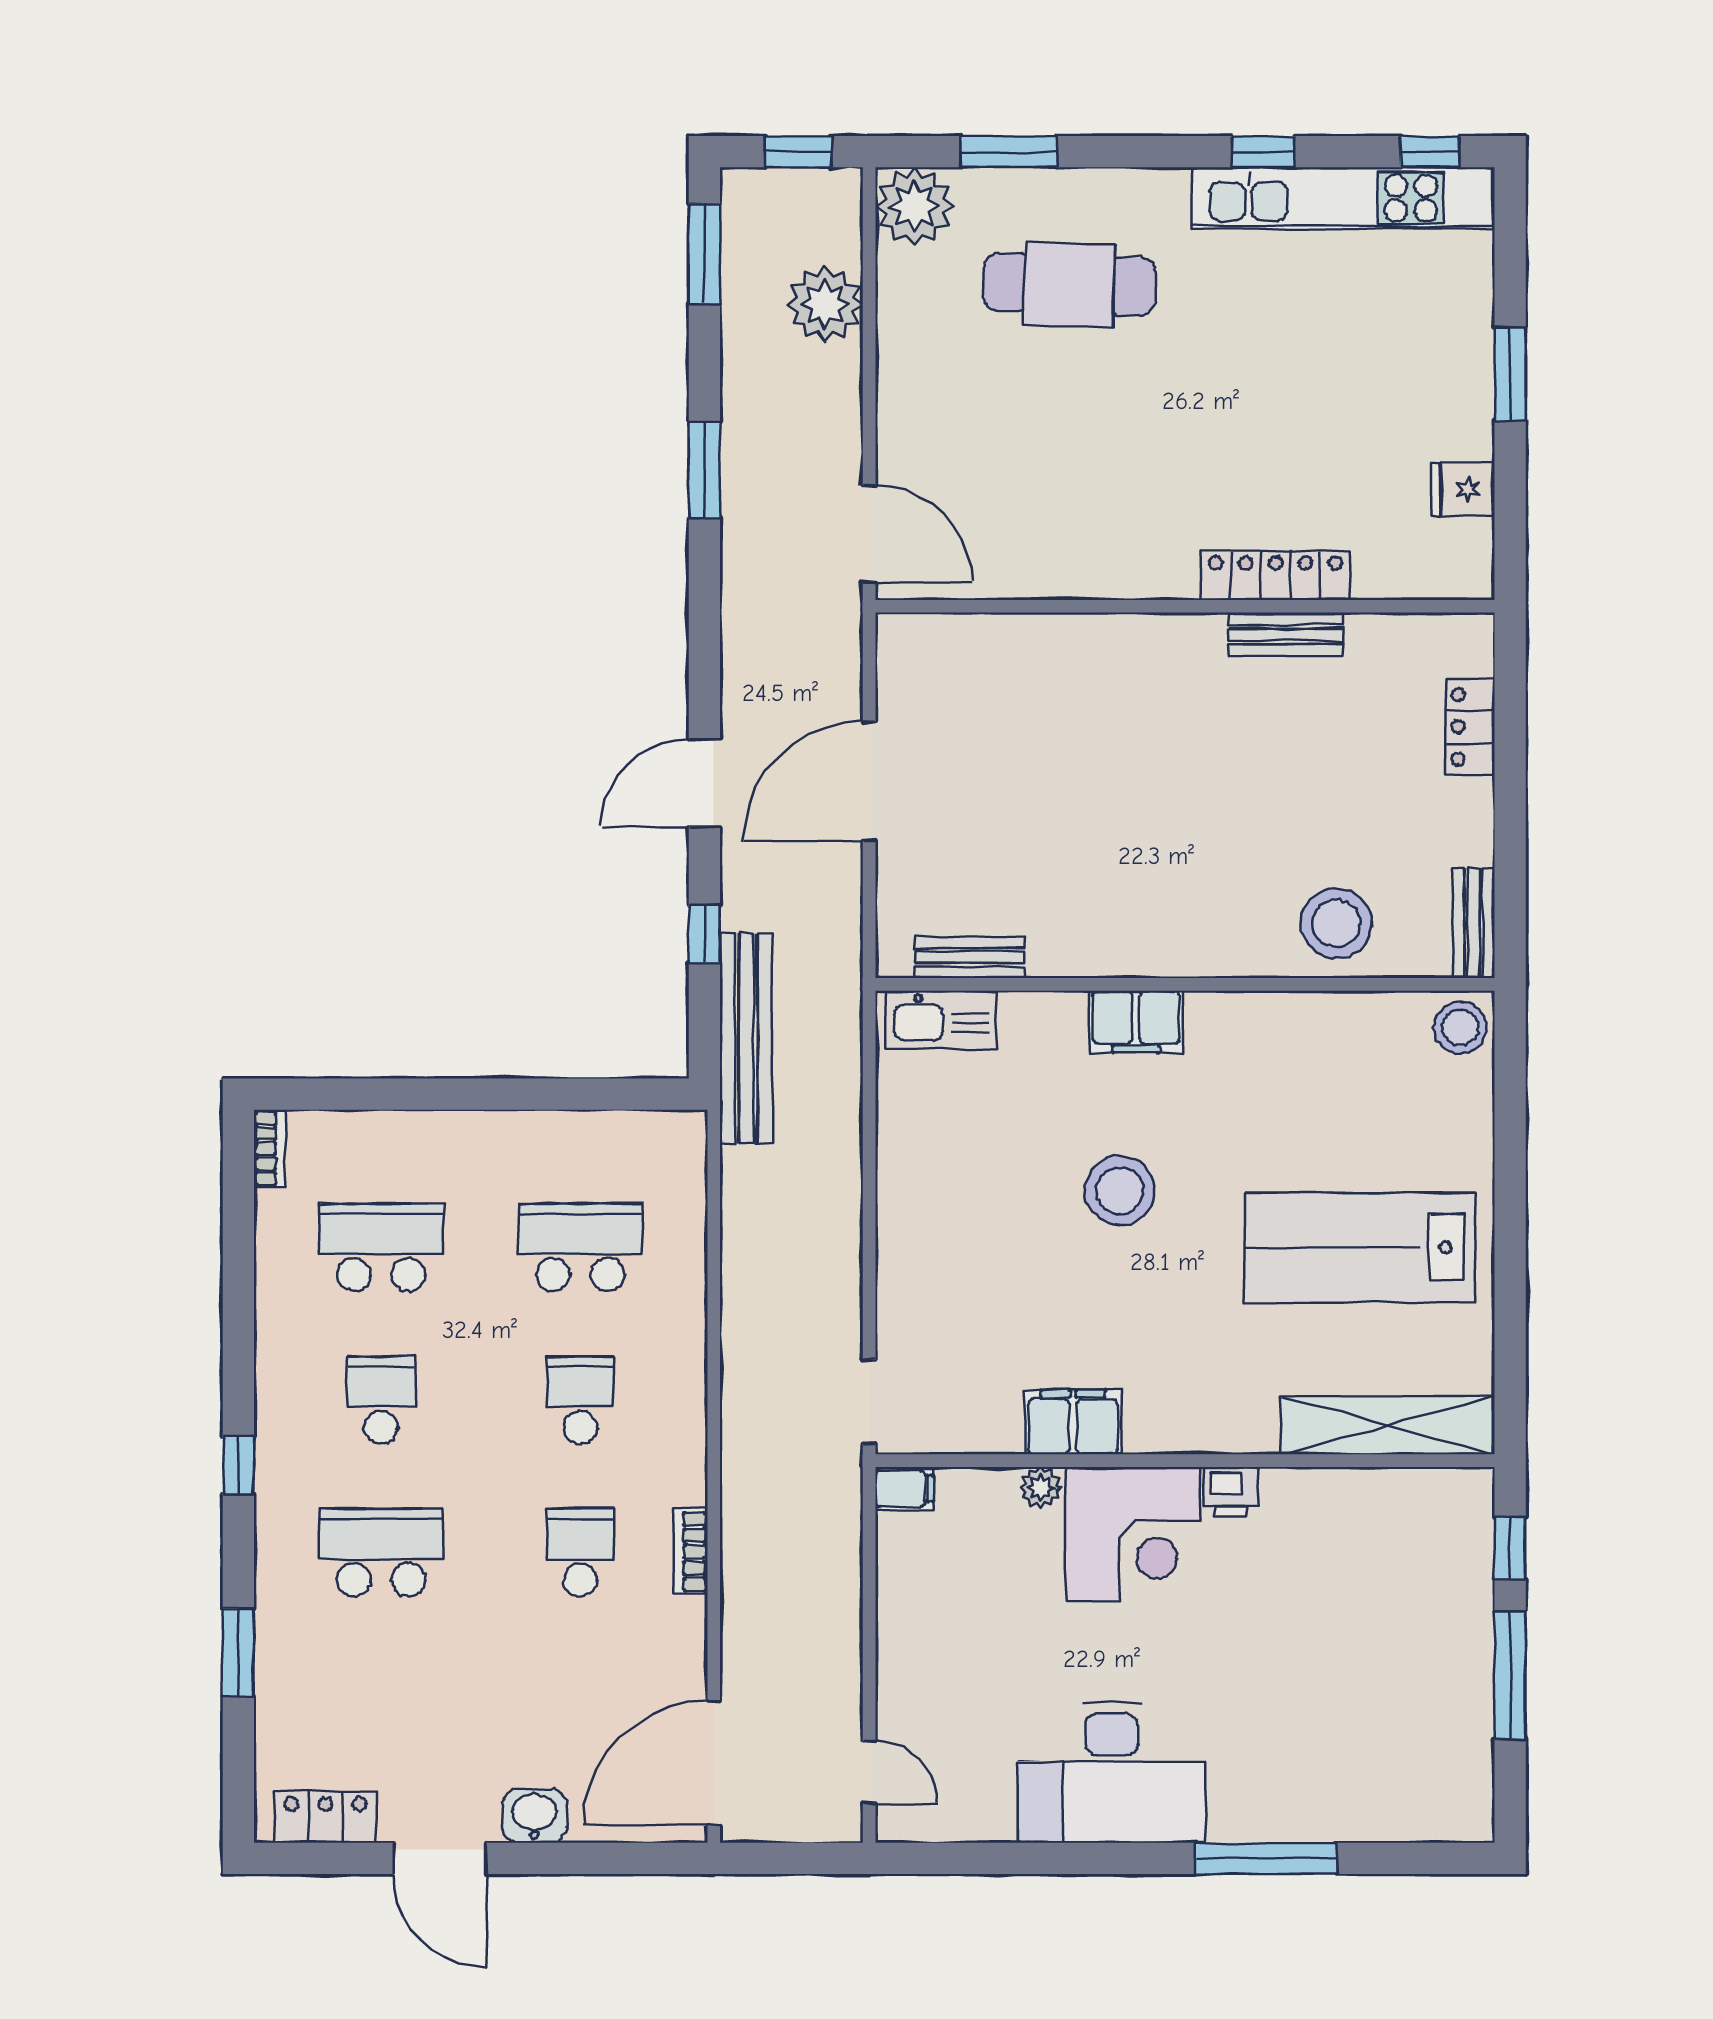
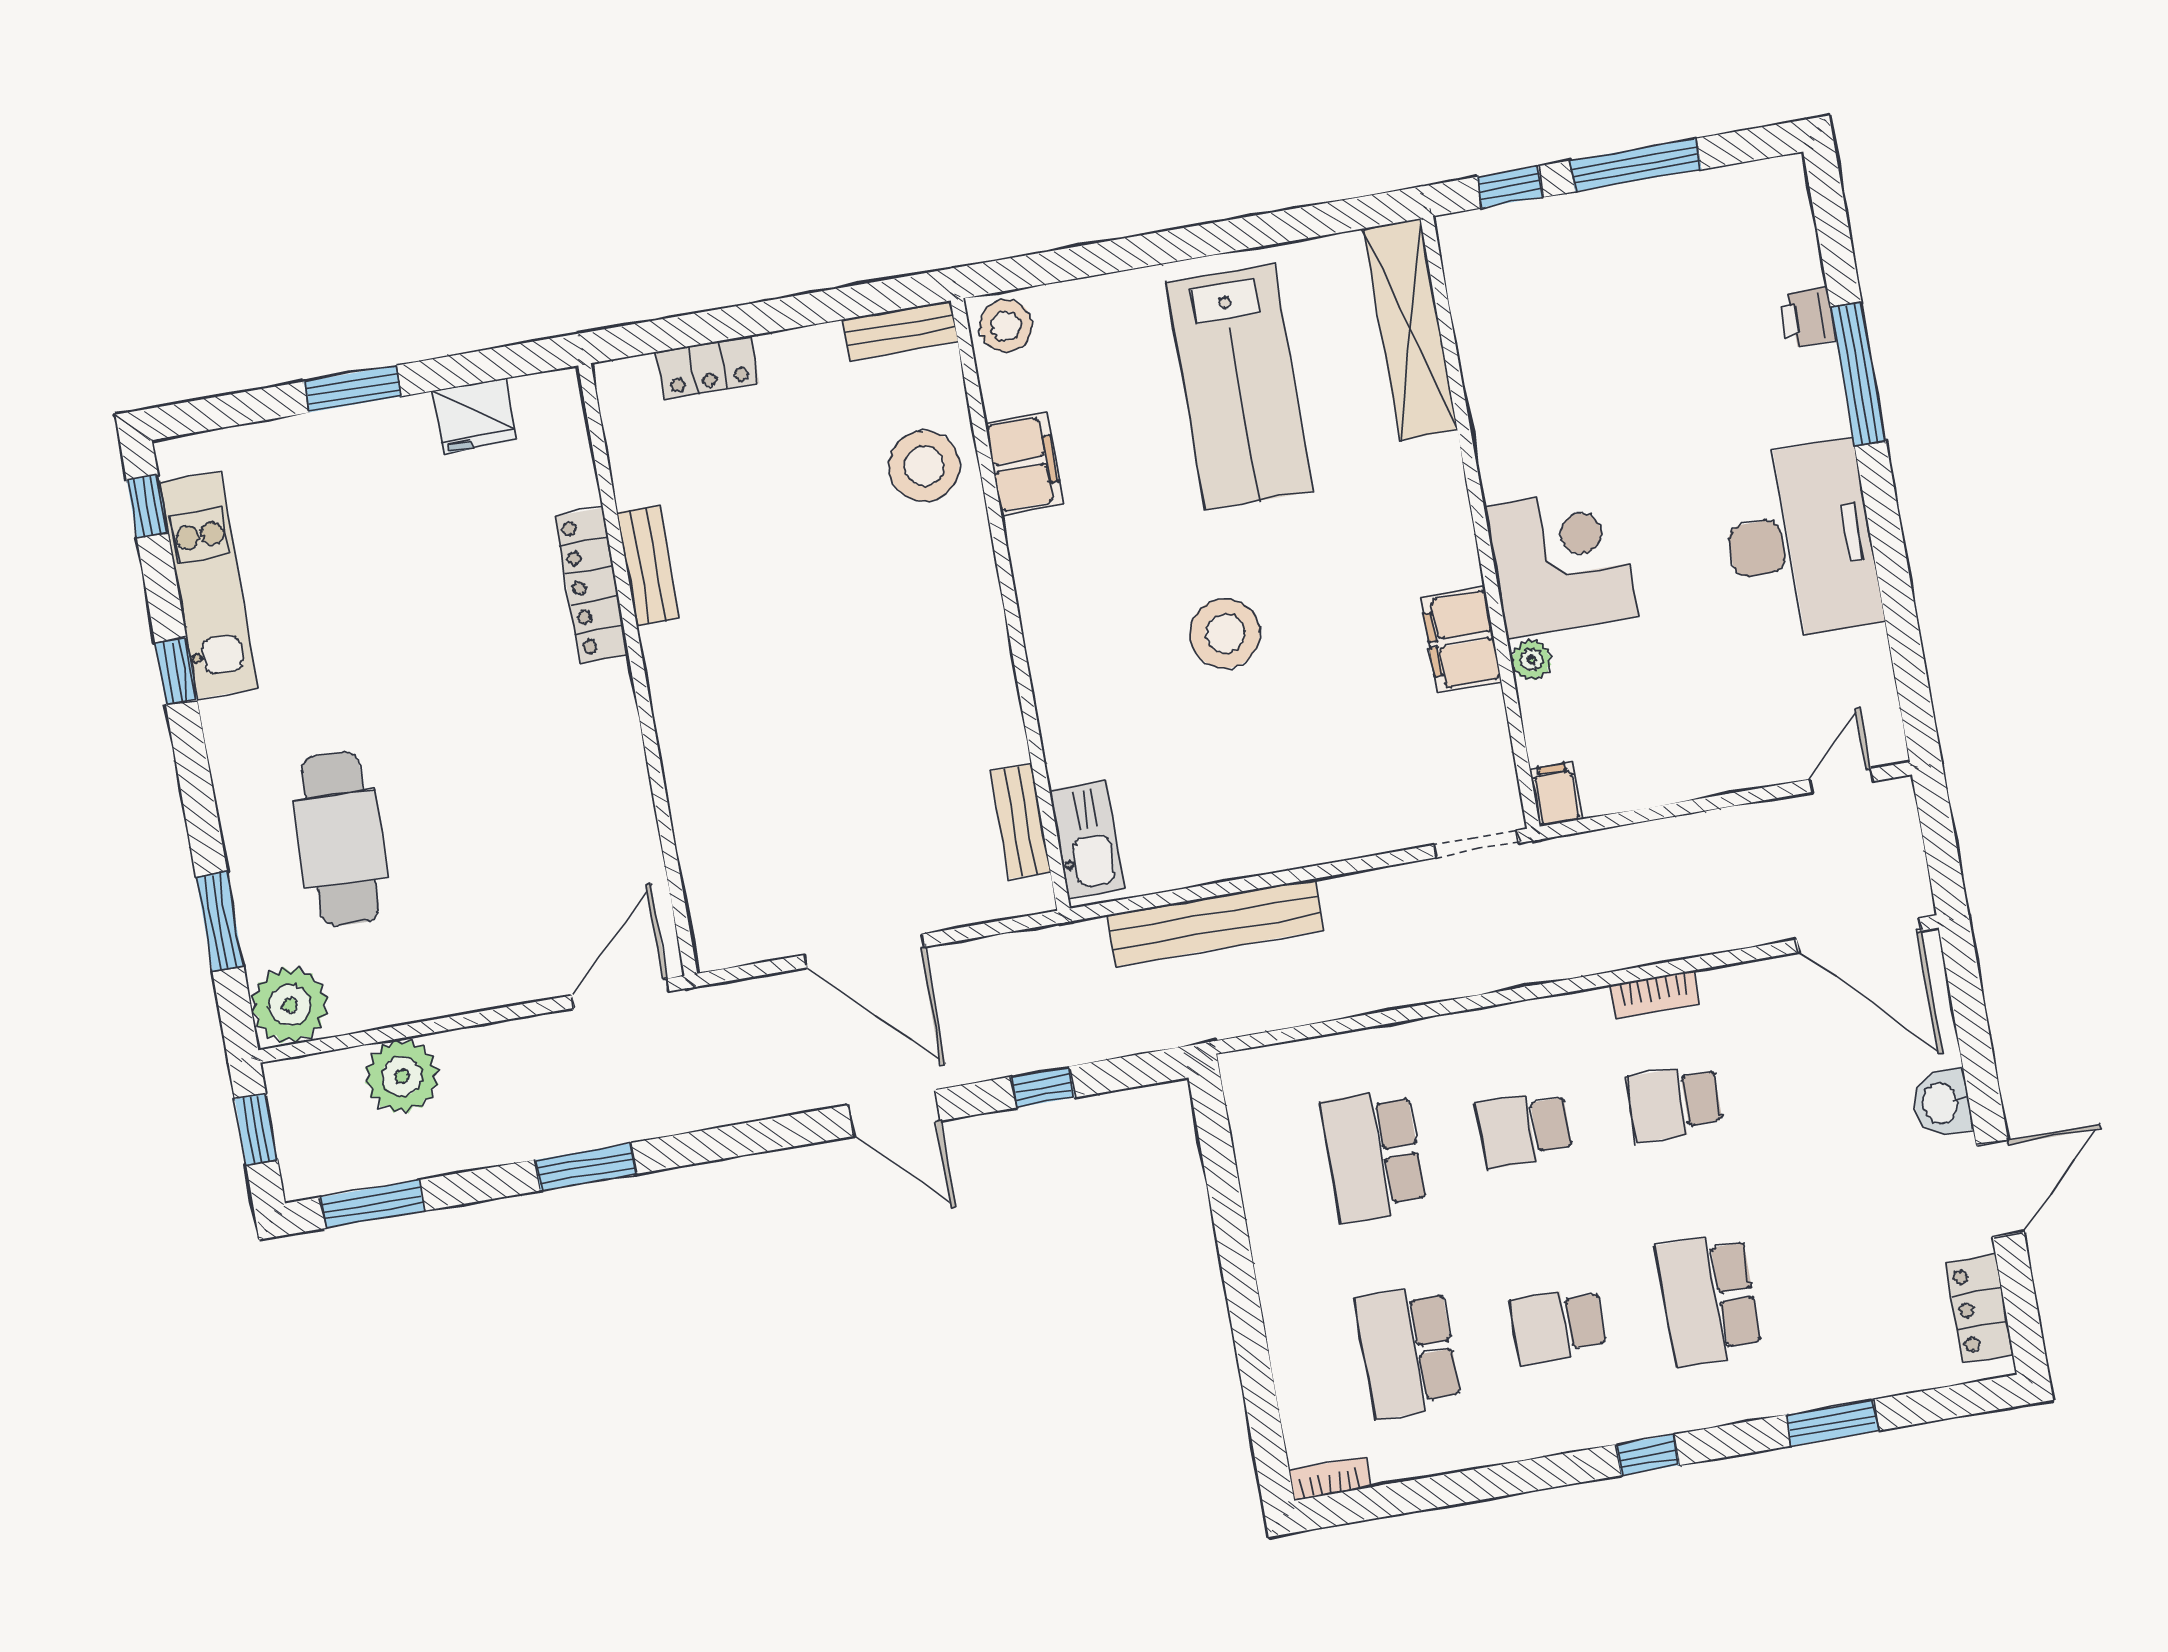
kitchen unit: (1342, 198) -> (208, 585), width x0.73
fridge: (1463, 490) -> (475, 416), width x1.38
filing cabinet: (1136, 1022) -> (1024, 463), moved
bench: (746, 1038) -> (1215, 923), moved
printer: (1231, 1492) -> (1807, 318), moved, turned 180

